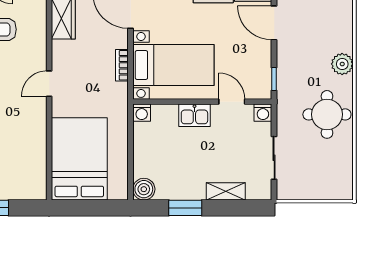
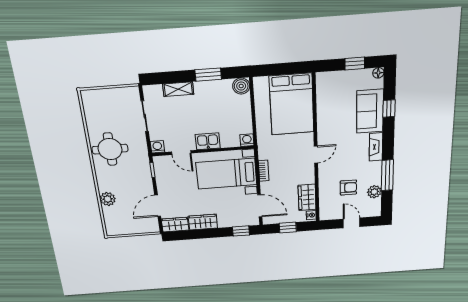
door: (274, 23) -> (158, 206), swing flipped
plant: (342, 64) -> (108, 199), moved

